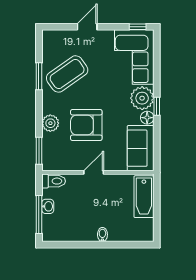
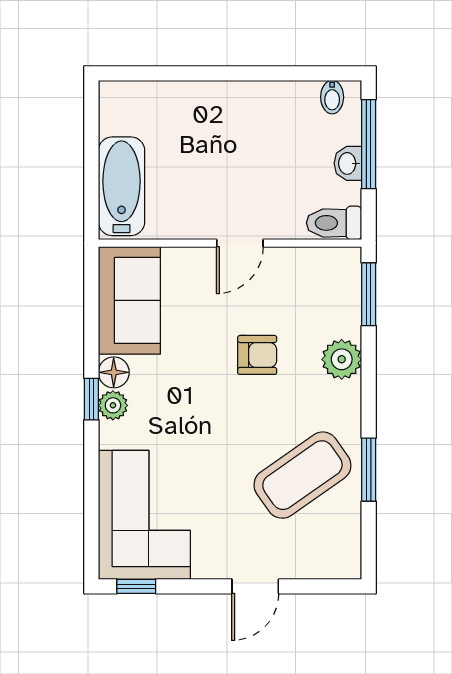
plant: (142, 98) -> (113, 405), width x0.53, depth x0.53
armchair: (86, 125) -> (257, 355), width x0.53, depth x0.53
bidet: (102, 235) -> (332, 97), moved

